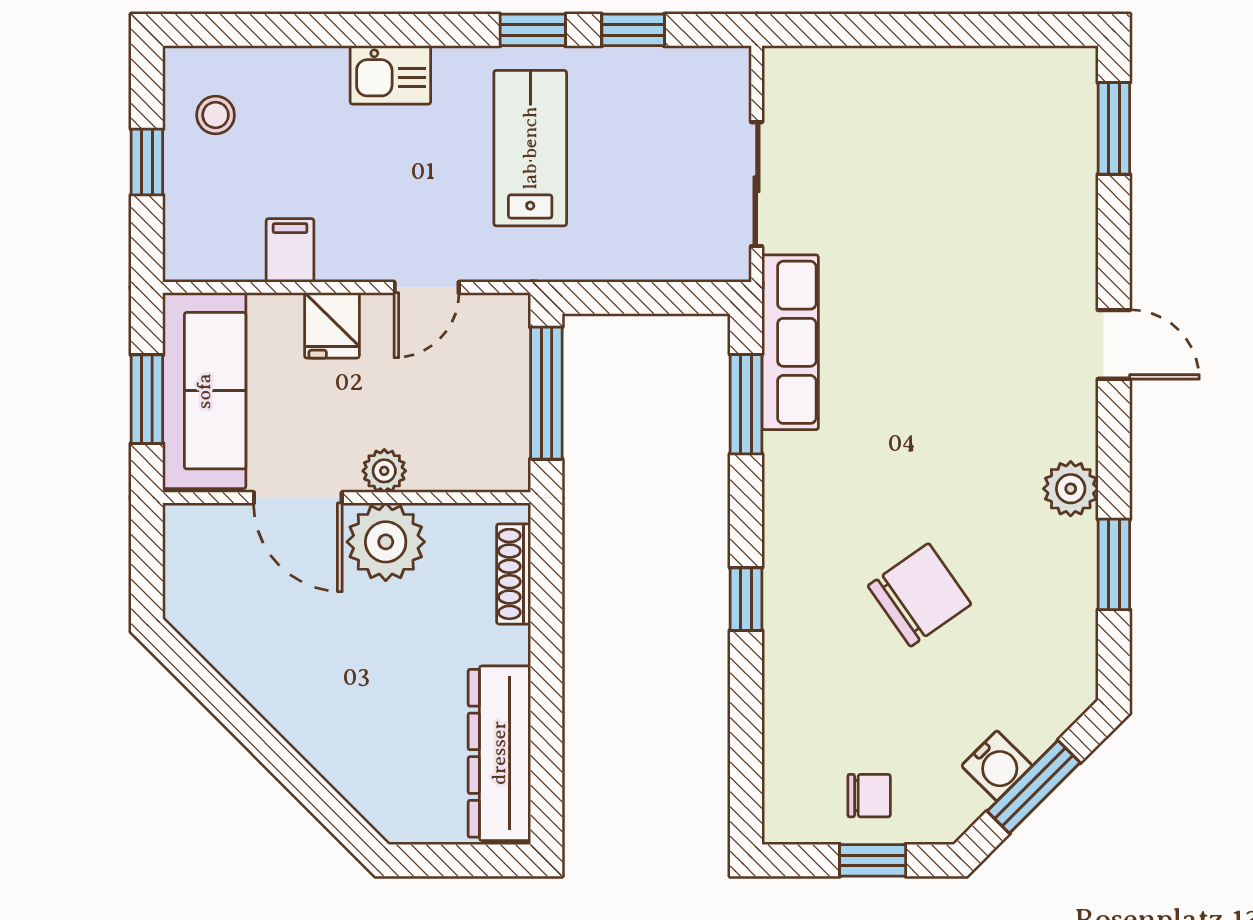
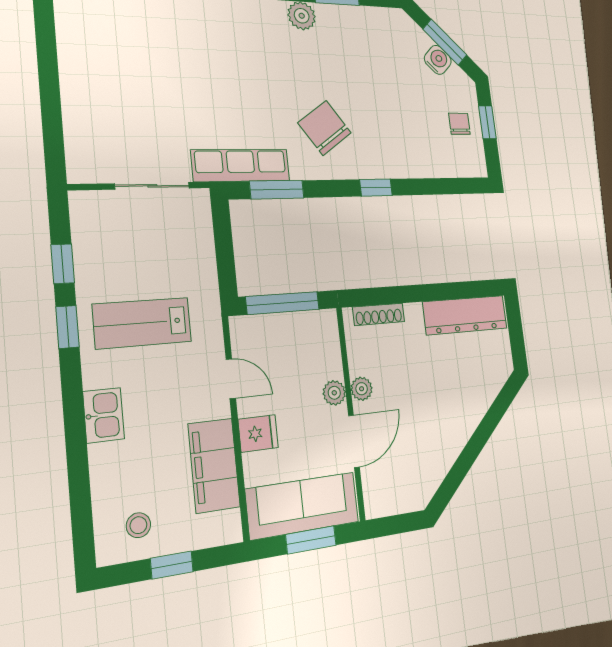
filing cabinet: (290, 250) -> (214, 465), width x3.00, depth x1.17
plant: (386, 542) -> (362, 389), width x0.53, depth x0.53
chair: (920, 595) -> (325, 128), moved

